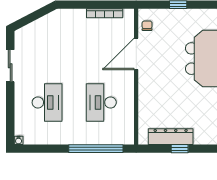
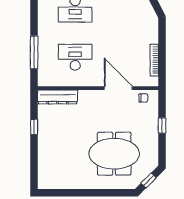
dresser: (171, 137) -> (58, 97), moved, turned 90
window: (96, 149) -> (34, 52), width x0.68

